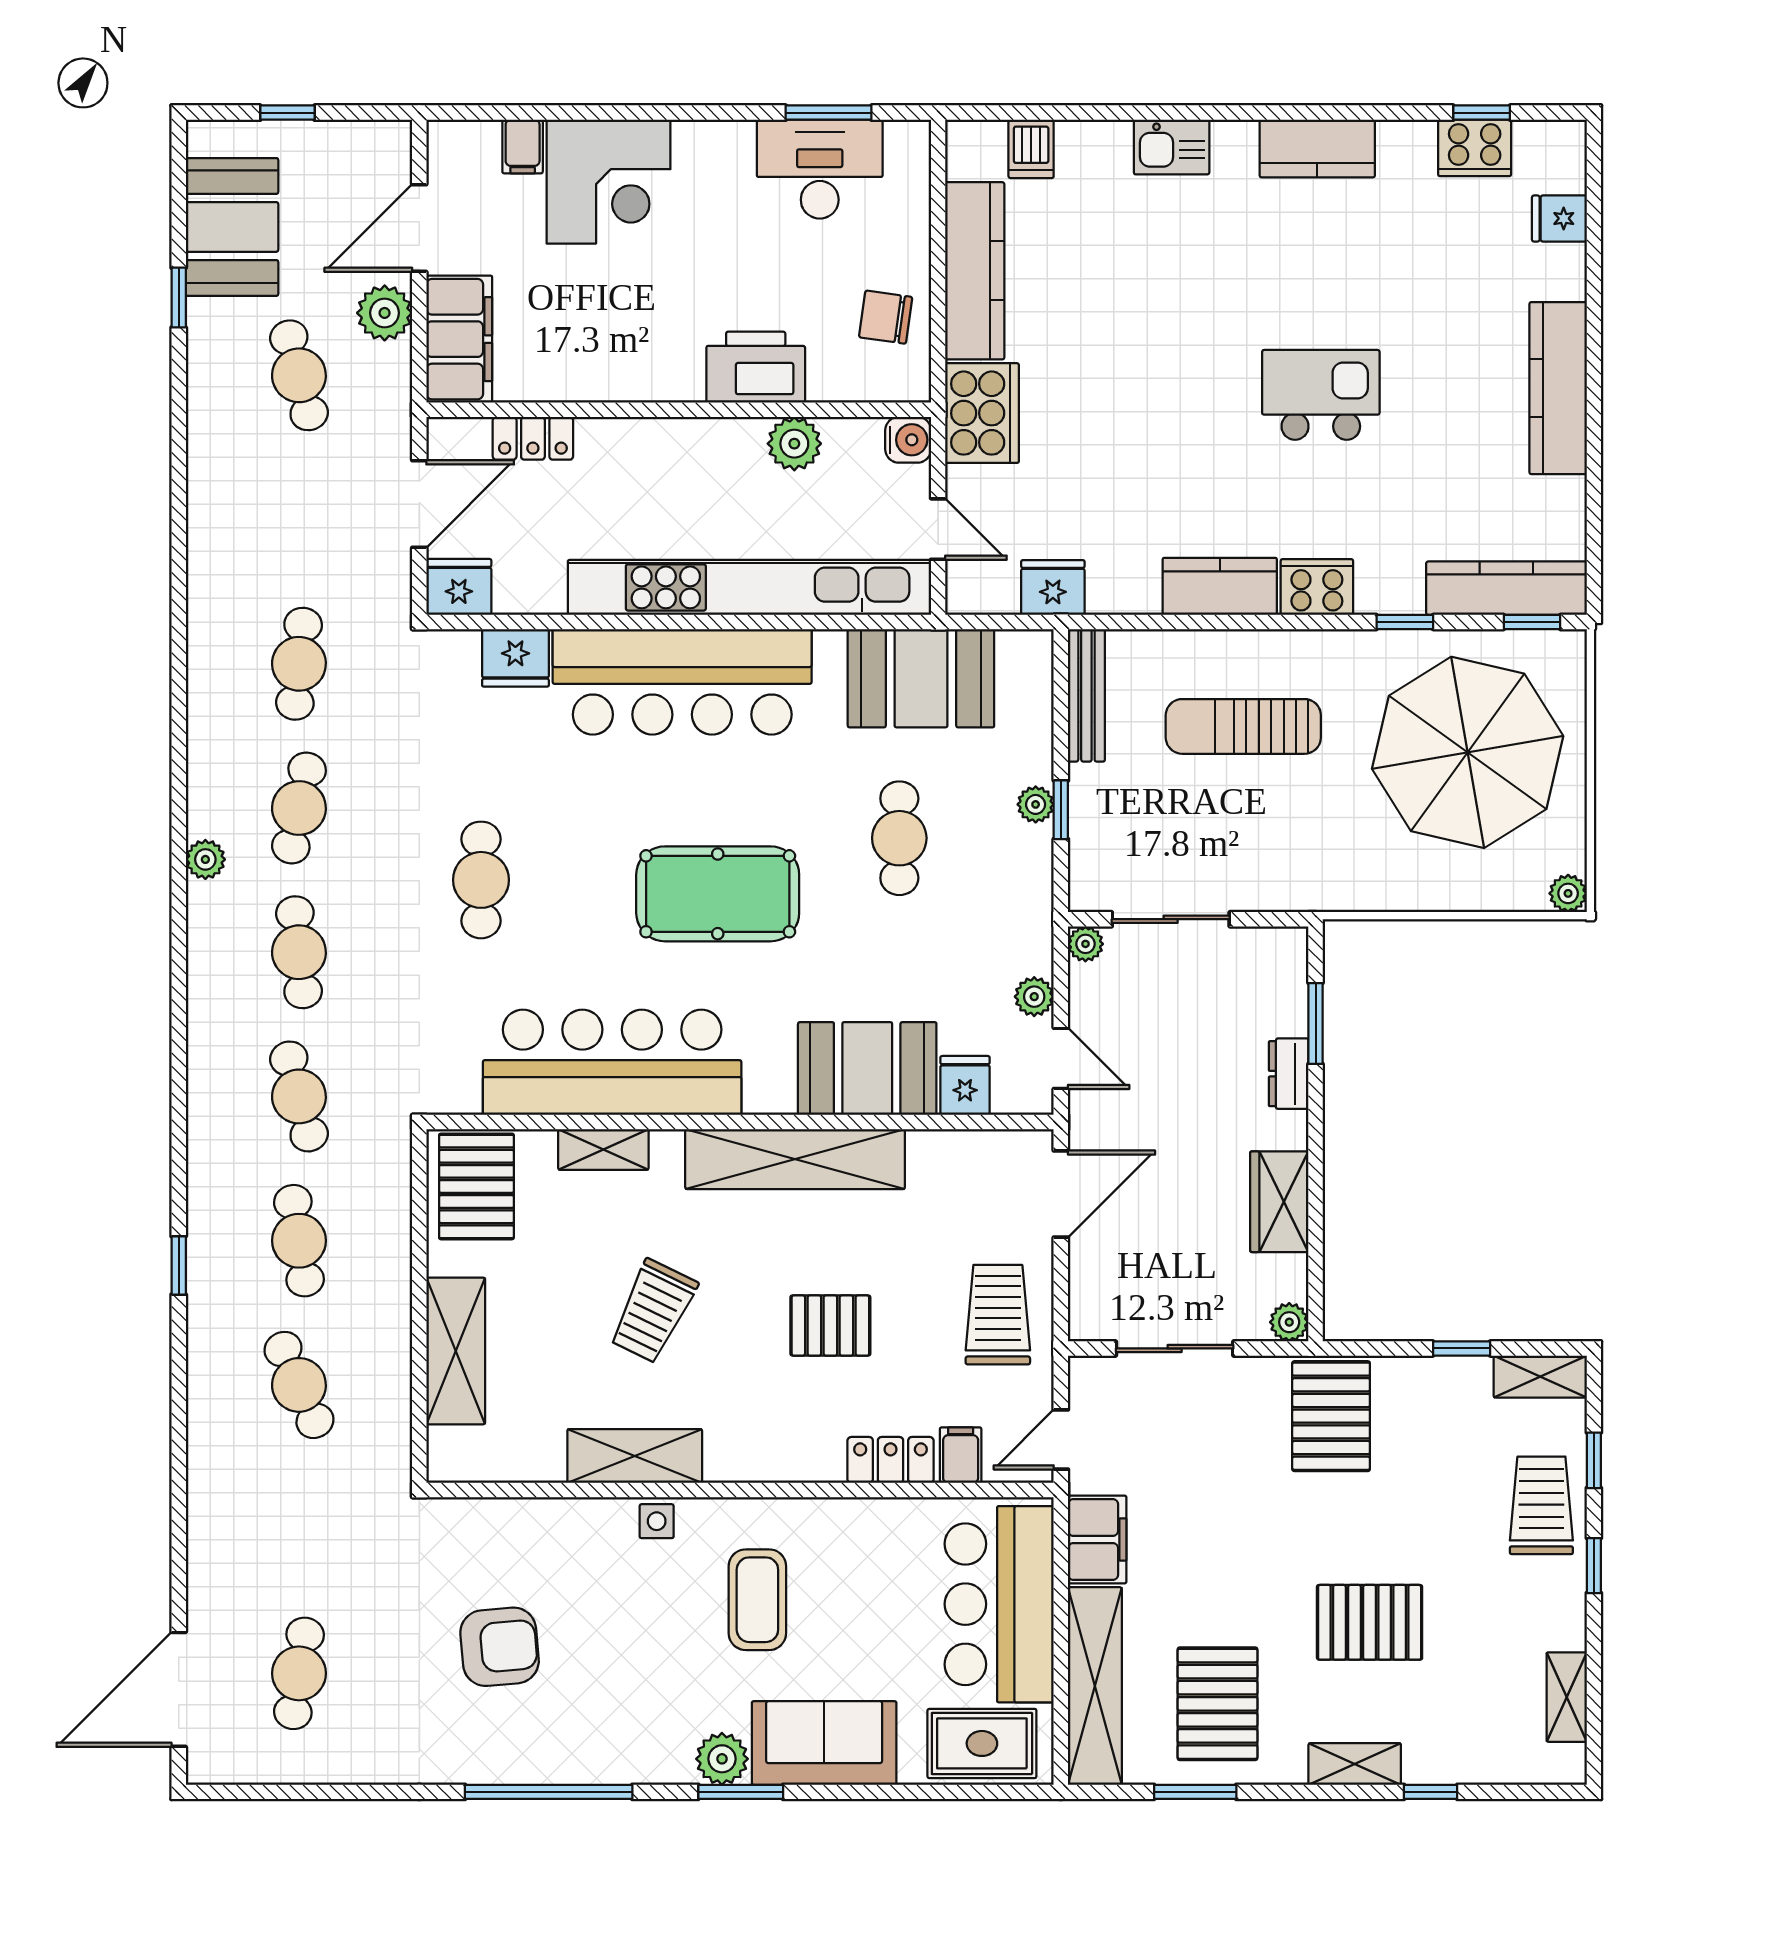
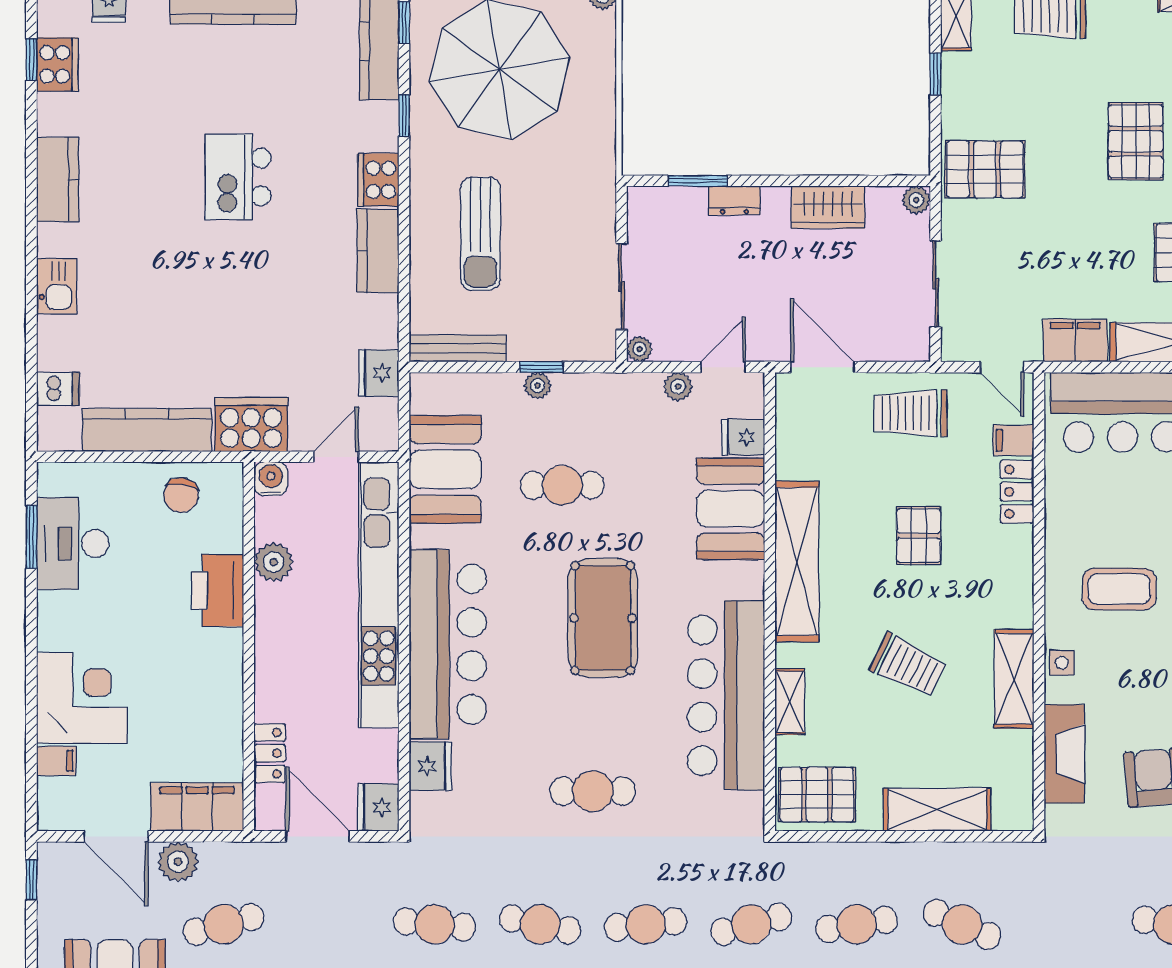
window: (287, 113) -> (31, 880), moved
cafe table: (299, 1385) -> (962, 924), turned 48
fireplace: (532, 1525) -> (1064, 754), added

